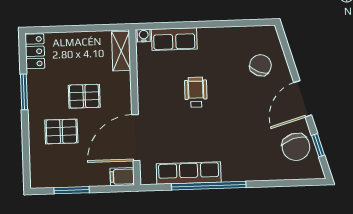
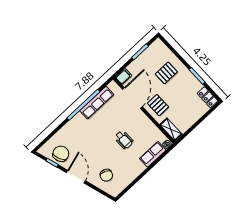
pallet: (84, 96) -> (158, 105), moved, turned 90
chair: (296, 147) -> (61, 154), turned 84

